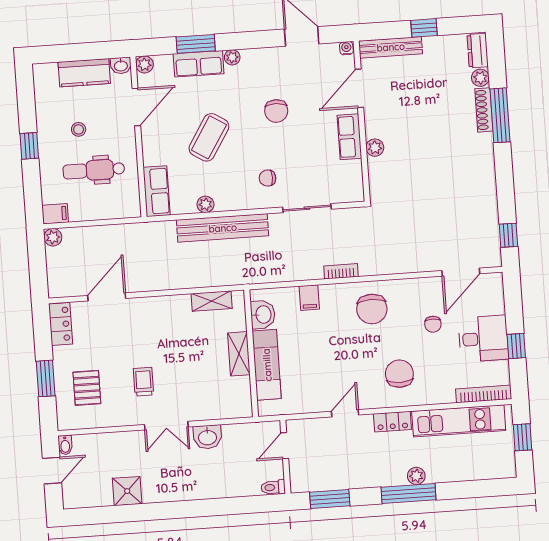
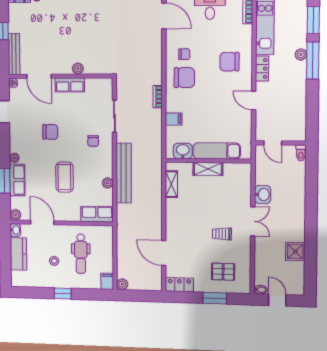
coffee table: (209, 137) -> (64, 177), turned 58
chair: (433, 324) -> (184, 54), moved
window: (330, 499) -> (313, 20), moved

